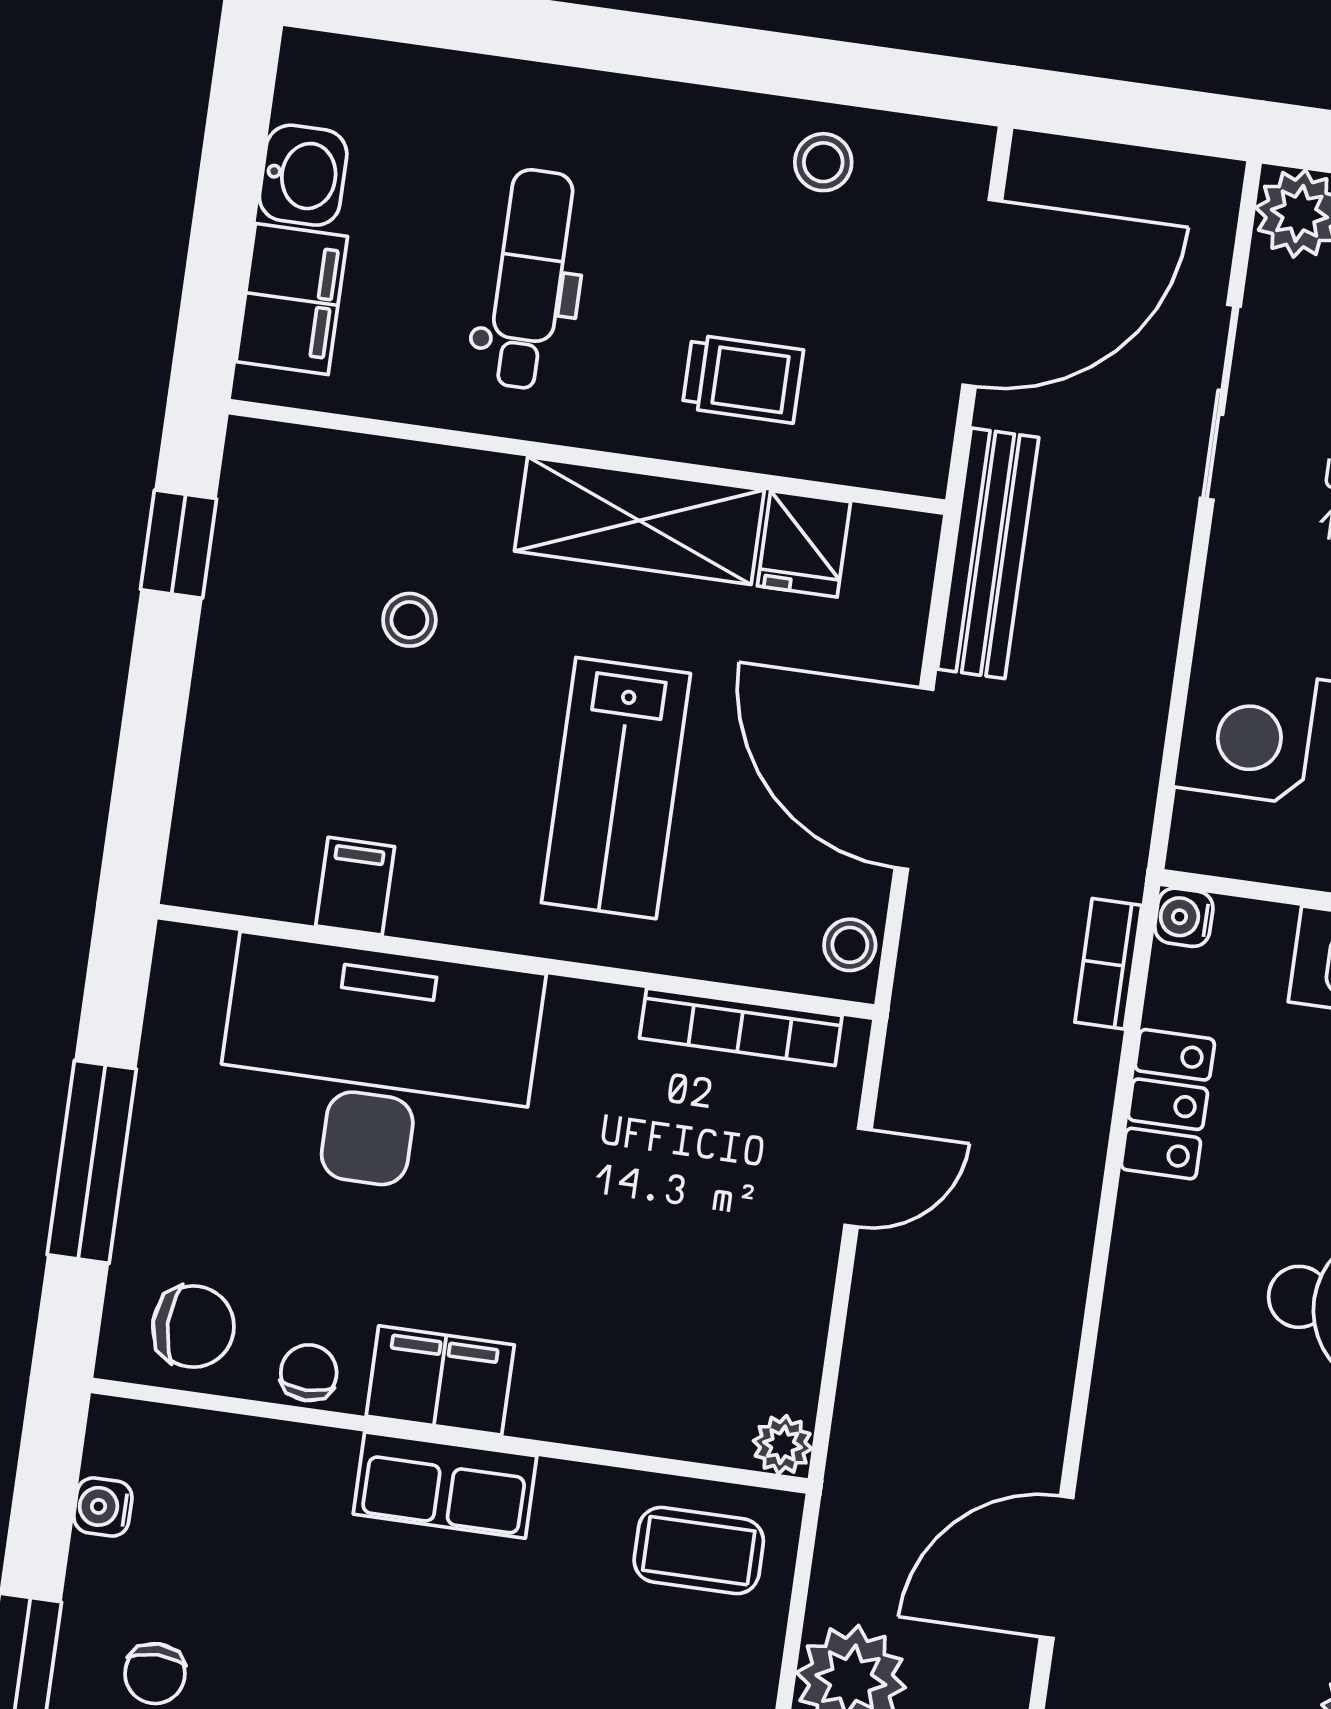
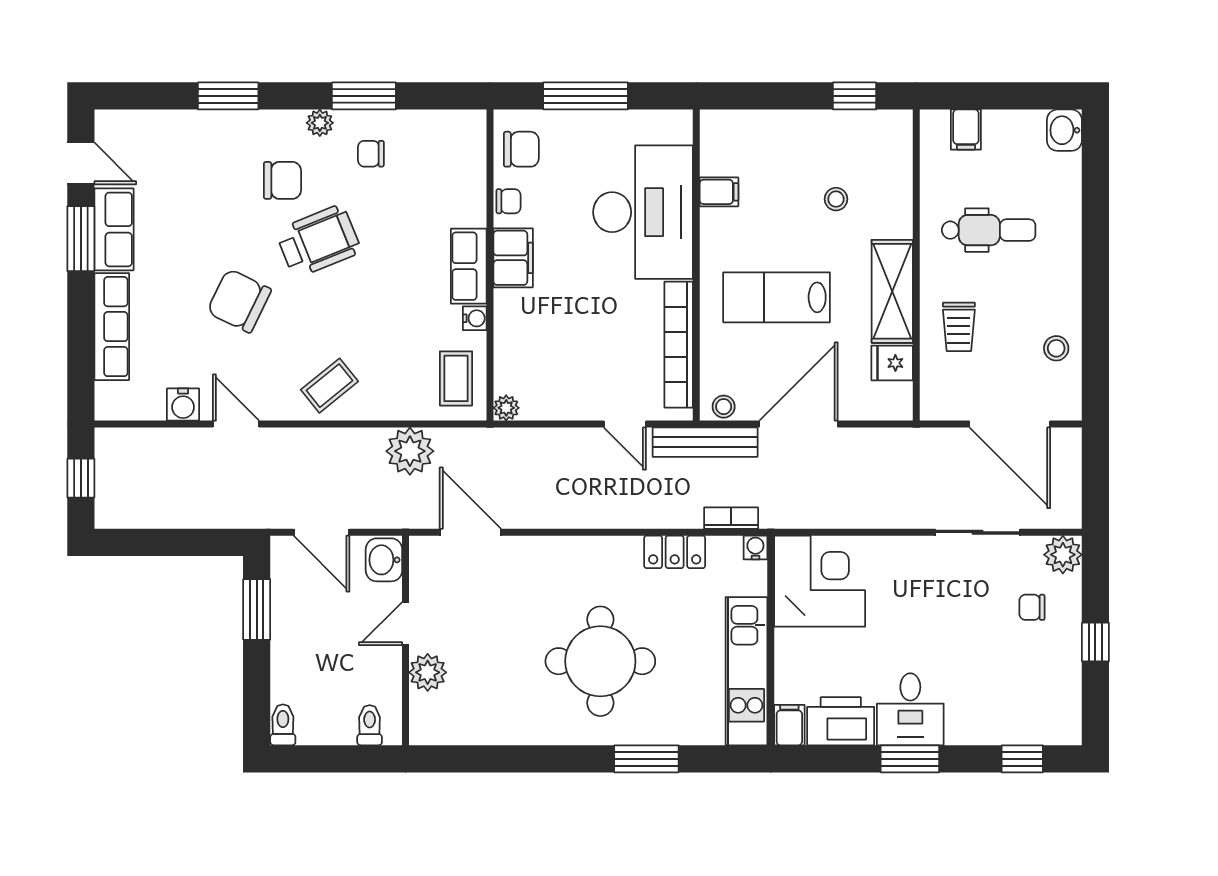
washbasin: (303, 175) -> (1064, 130), moved, turned 90
filing cabinet: (292, 299) -> (966, 130), width x0.50
bench: (988, 553) -> (705, 442), moved
bookcase: (741, 1027) -> (679, 345), width x1.48, depth x1.31
chair: (193, 1327) -> (521, 149), turned -90
water cooler: (103, 1507) -> (475, 318), moved, turned 90

